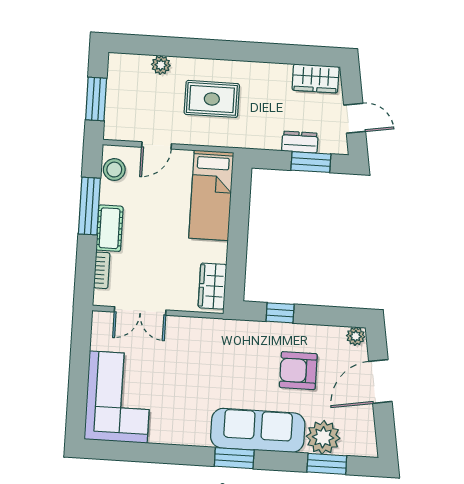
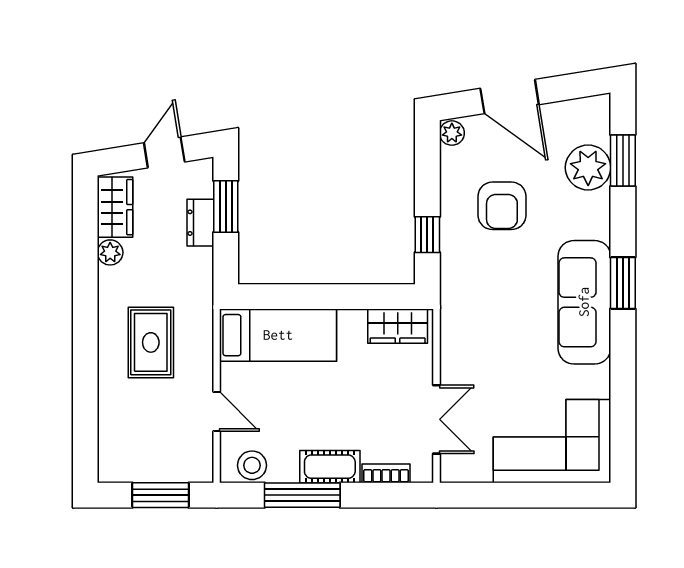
plant: (161, 65) -> (110, 252), moved
sofa: (258, 430) -> (584, 302), moved

